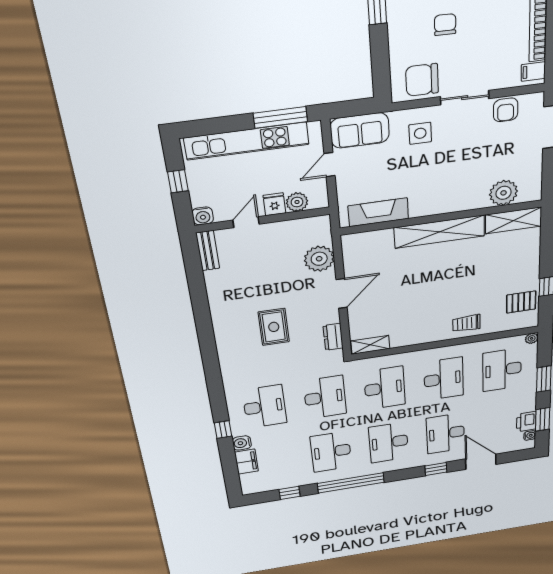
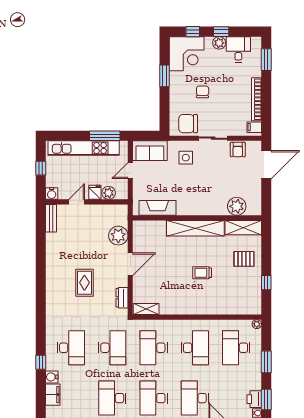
pallet: (521, 302) -> (244, 259), moved
trolley: (466, 323) -> (202, 273), moved
desk: (385, 388) -> (154, 348), turned 180

